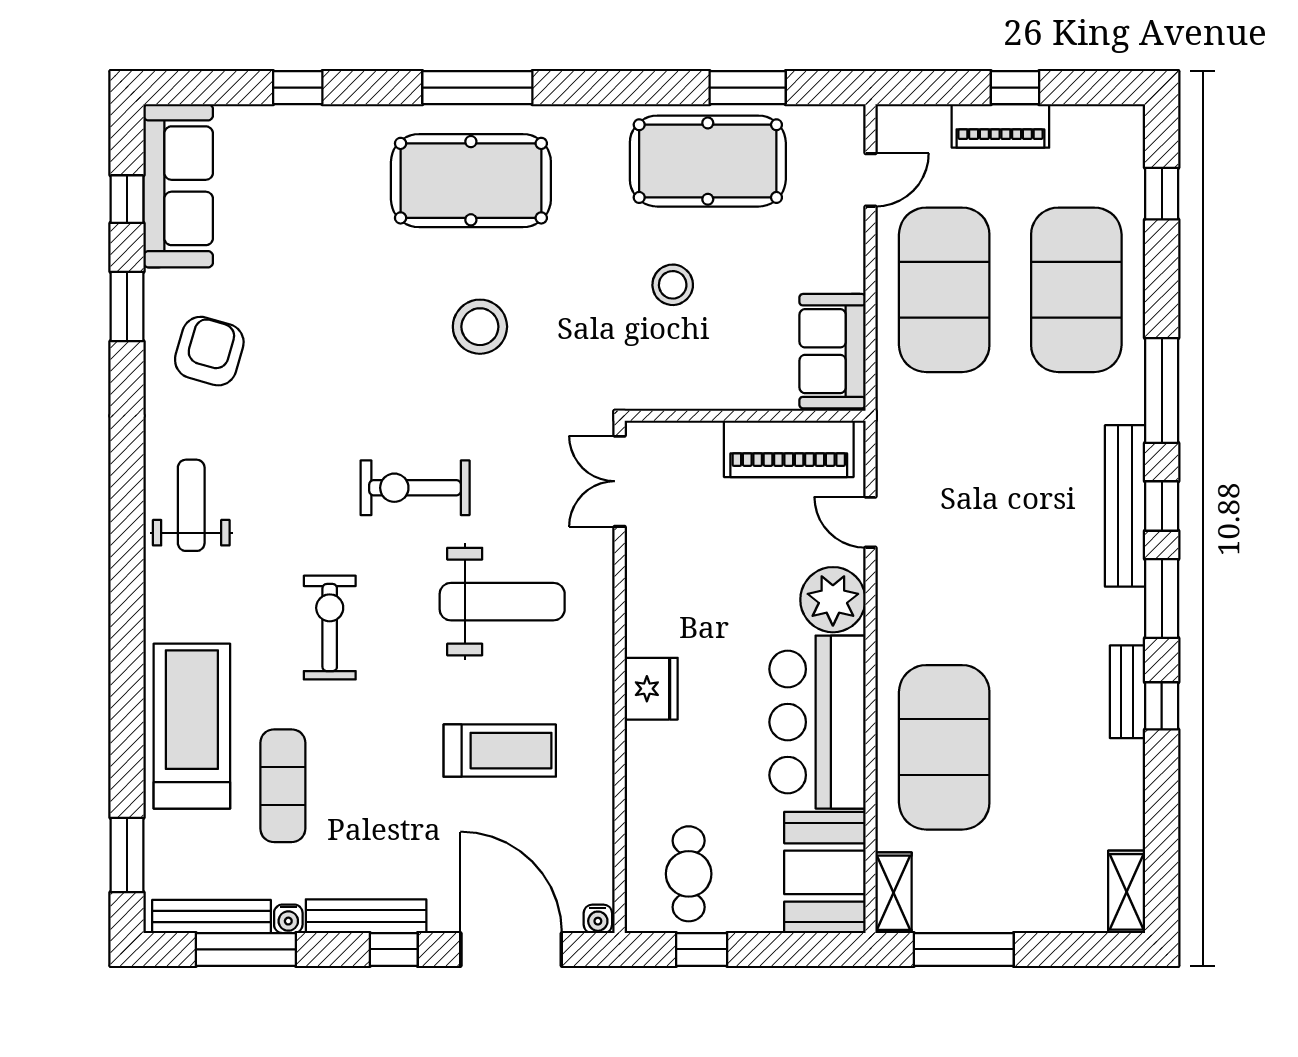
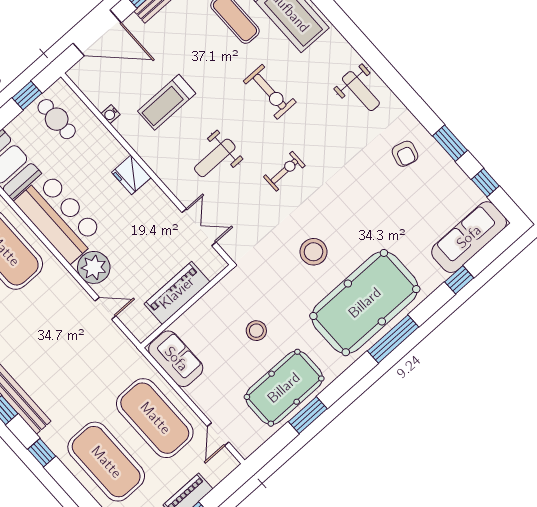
window: (748, 88) -> (308, 415), moved
pool table: (471, 181) -> (365, 303), width x1.36, depth x1.32
sofa: (178, 186) -> (469, 237), moved, turned 90
armchair: (209, 351) -> (405, 154), width x0.72, depth x0.72
window: (1162, 390) -> (42, 453), width x0.46
piano: (789, 449) -> (177, 293), moved
double door: (620, 481) -> (199, 227), moved
exercise bike: (415, 488) -> (284, 171), width x0.73, depth x0.72
weight bench: (502, 602) -> (215, 158), width x0.73, depth x0.75
water cooler: (598, 919) -> (111, 114), moved, turned -90

